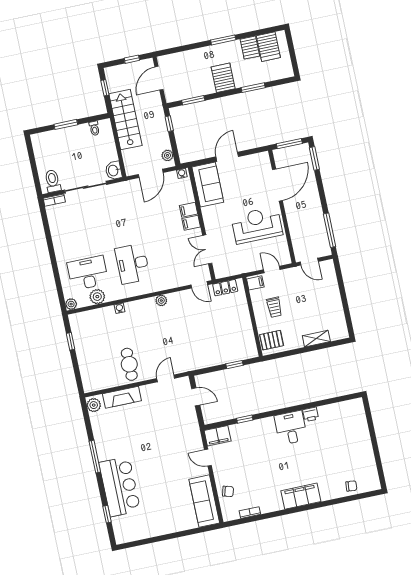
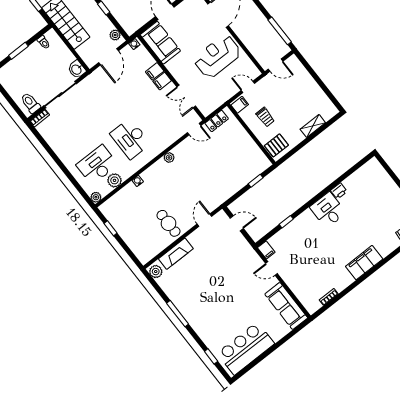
filing cabinet: (218, 436) -> (266, 250), width x0.50
bar counter: (120, 487) -> (246, 348), moved, turned -90
chair: (228, 491) -> (302, 288), removed

